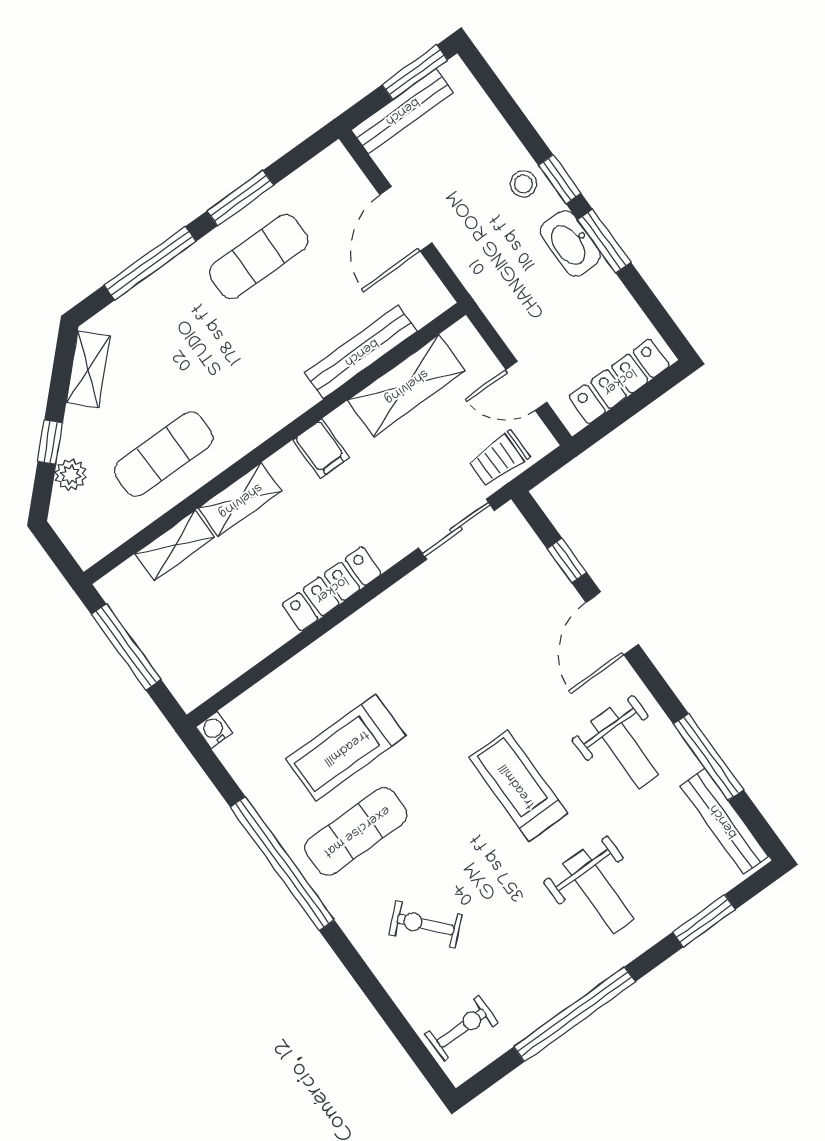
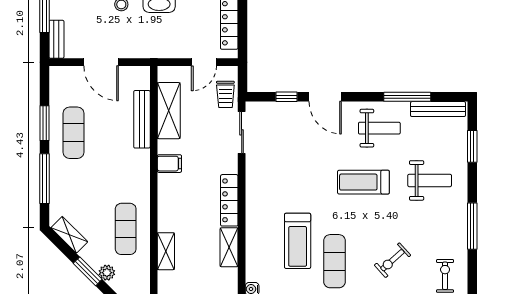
bench: (402, 111) -> (56, 39), width x0.73
window: (50, 442) -> (88, 271), width x1.50
shelving: (240, 500) -> (229, 247), moved
window: (574, 1014) -> (472, 226), width x0.68

